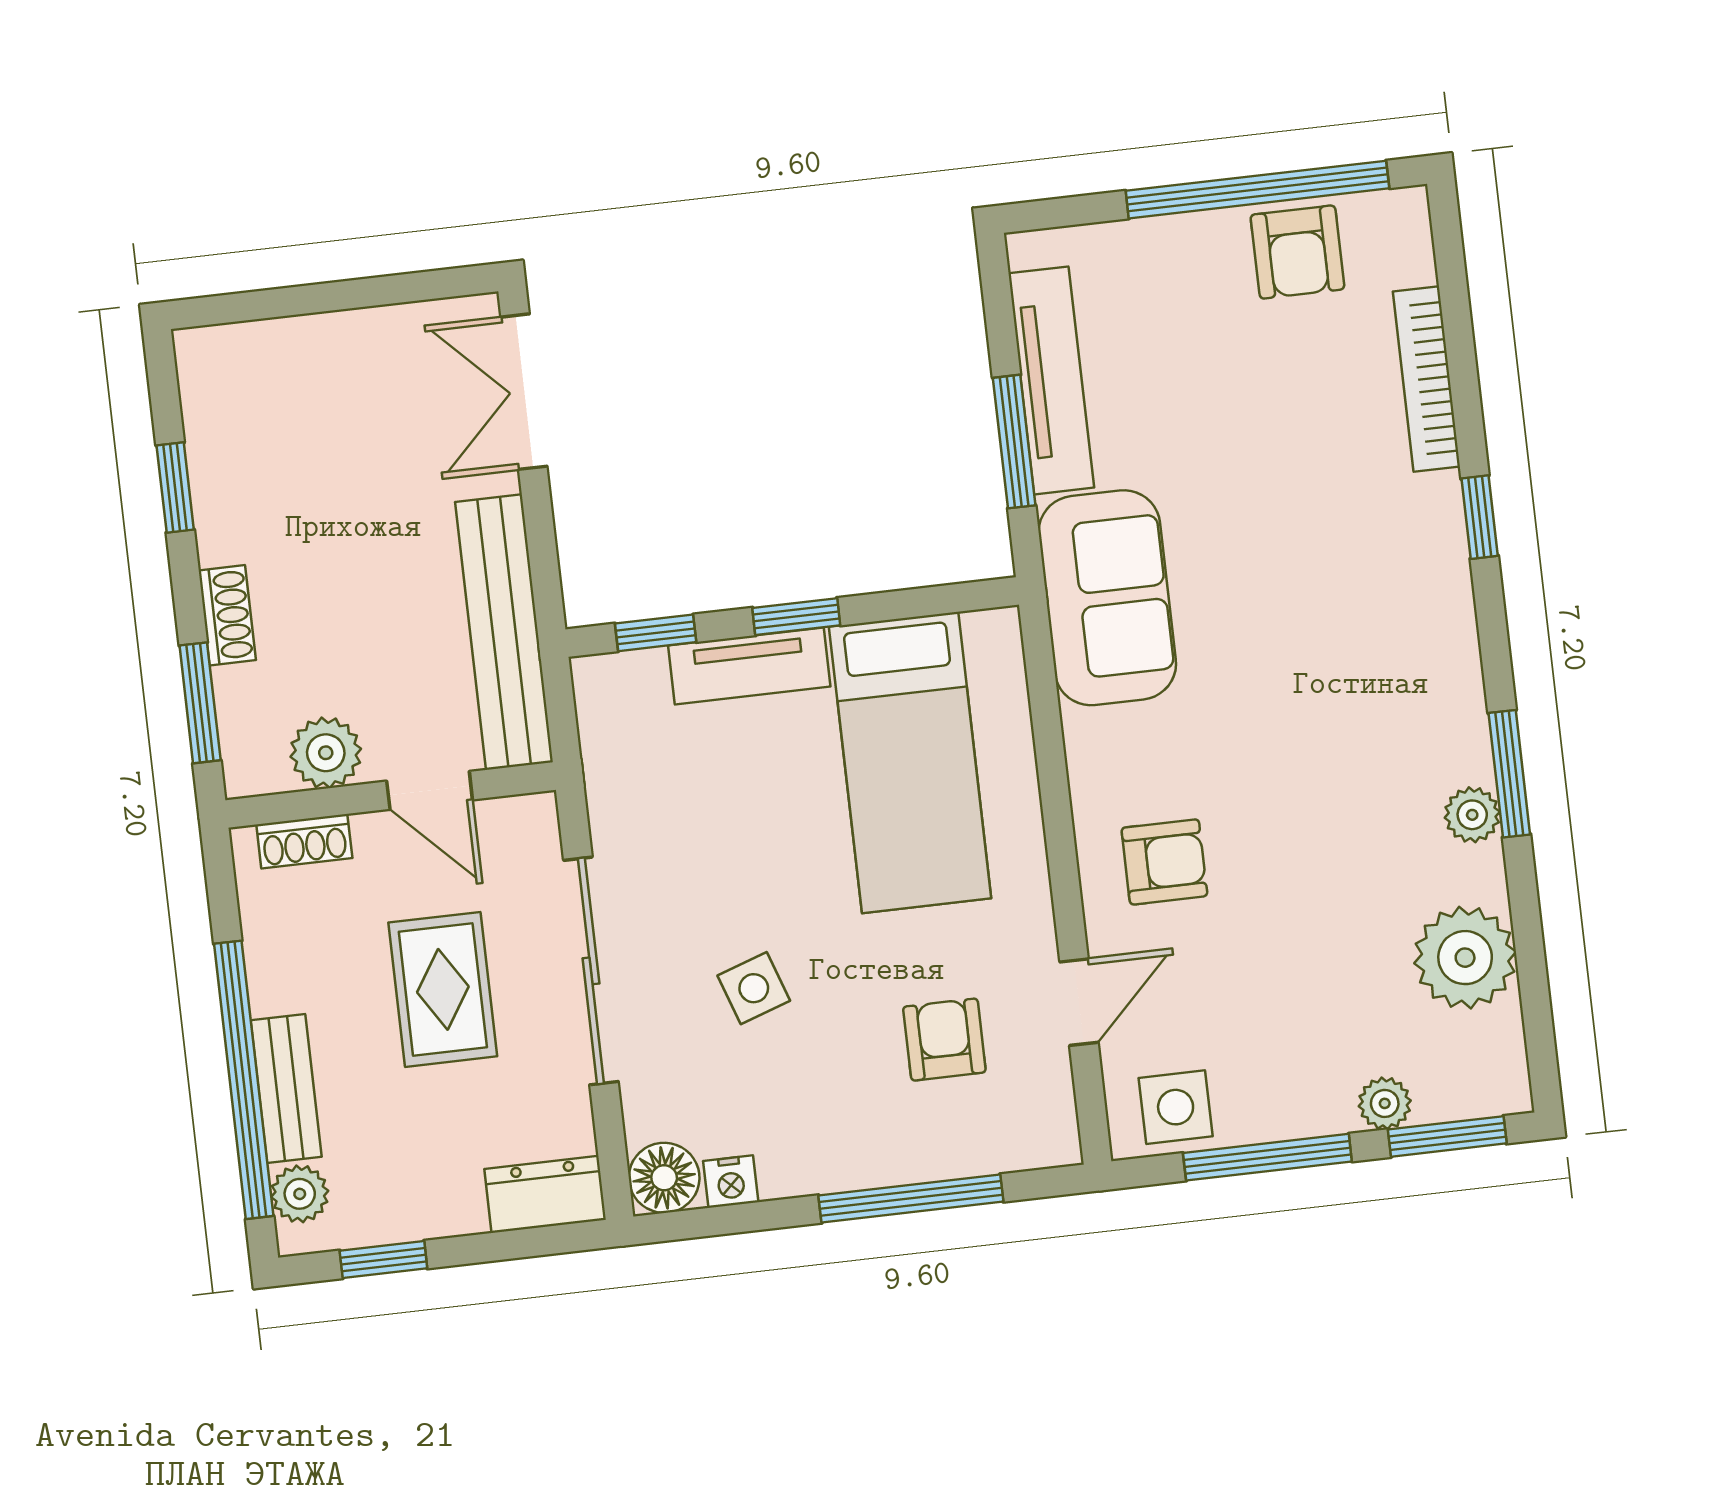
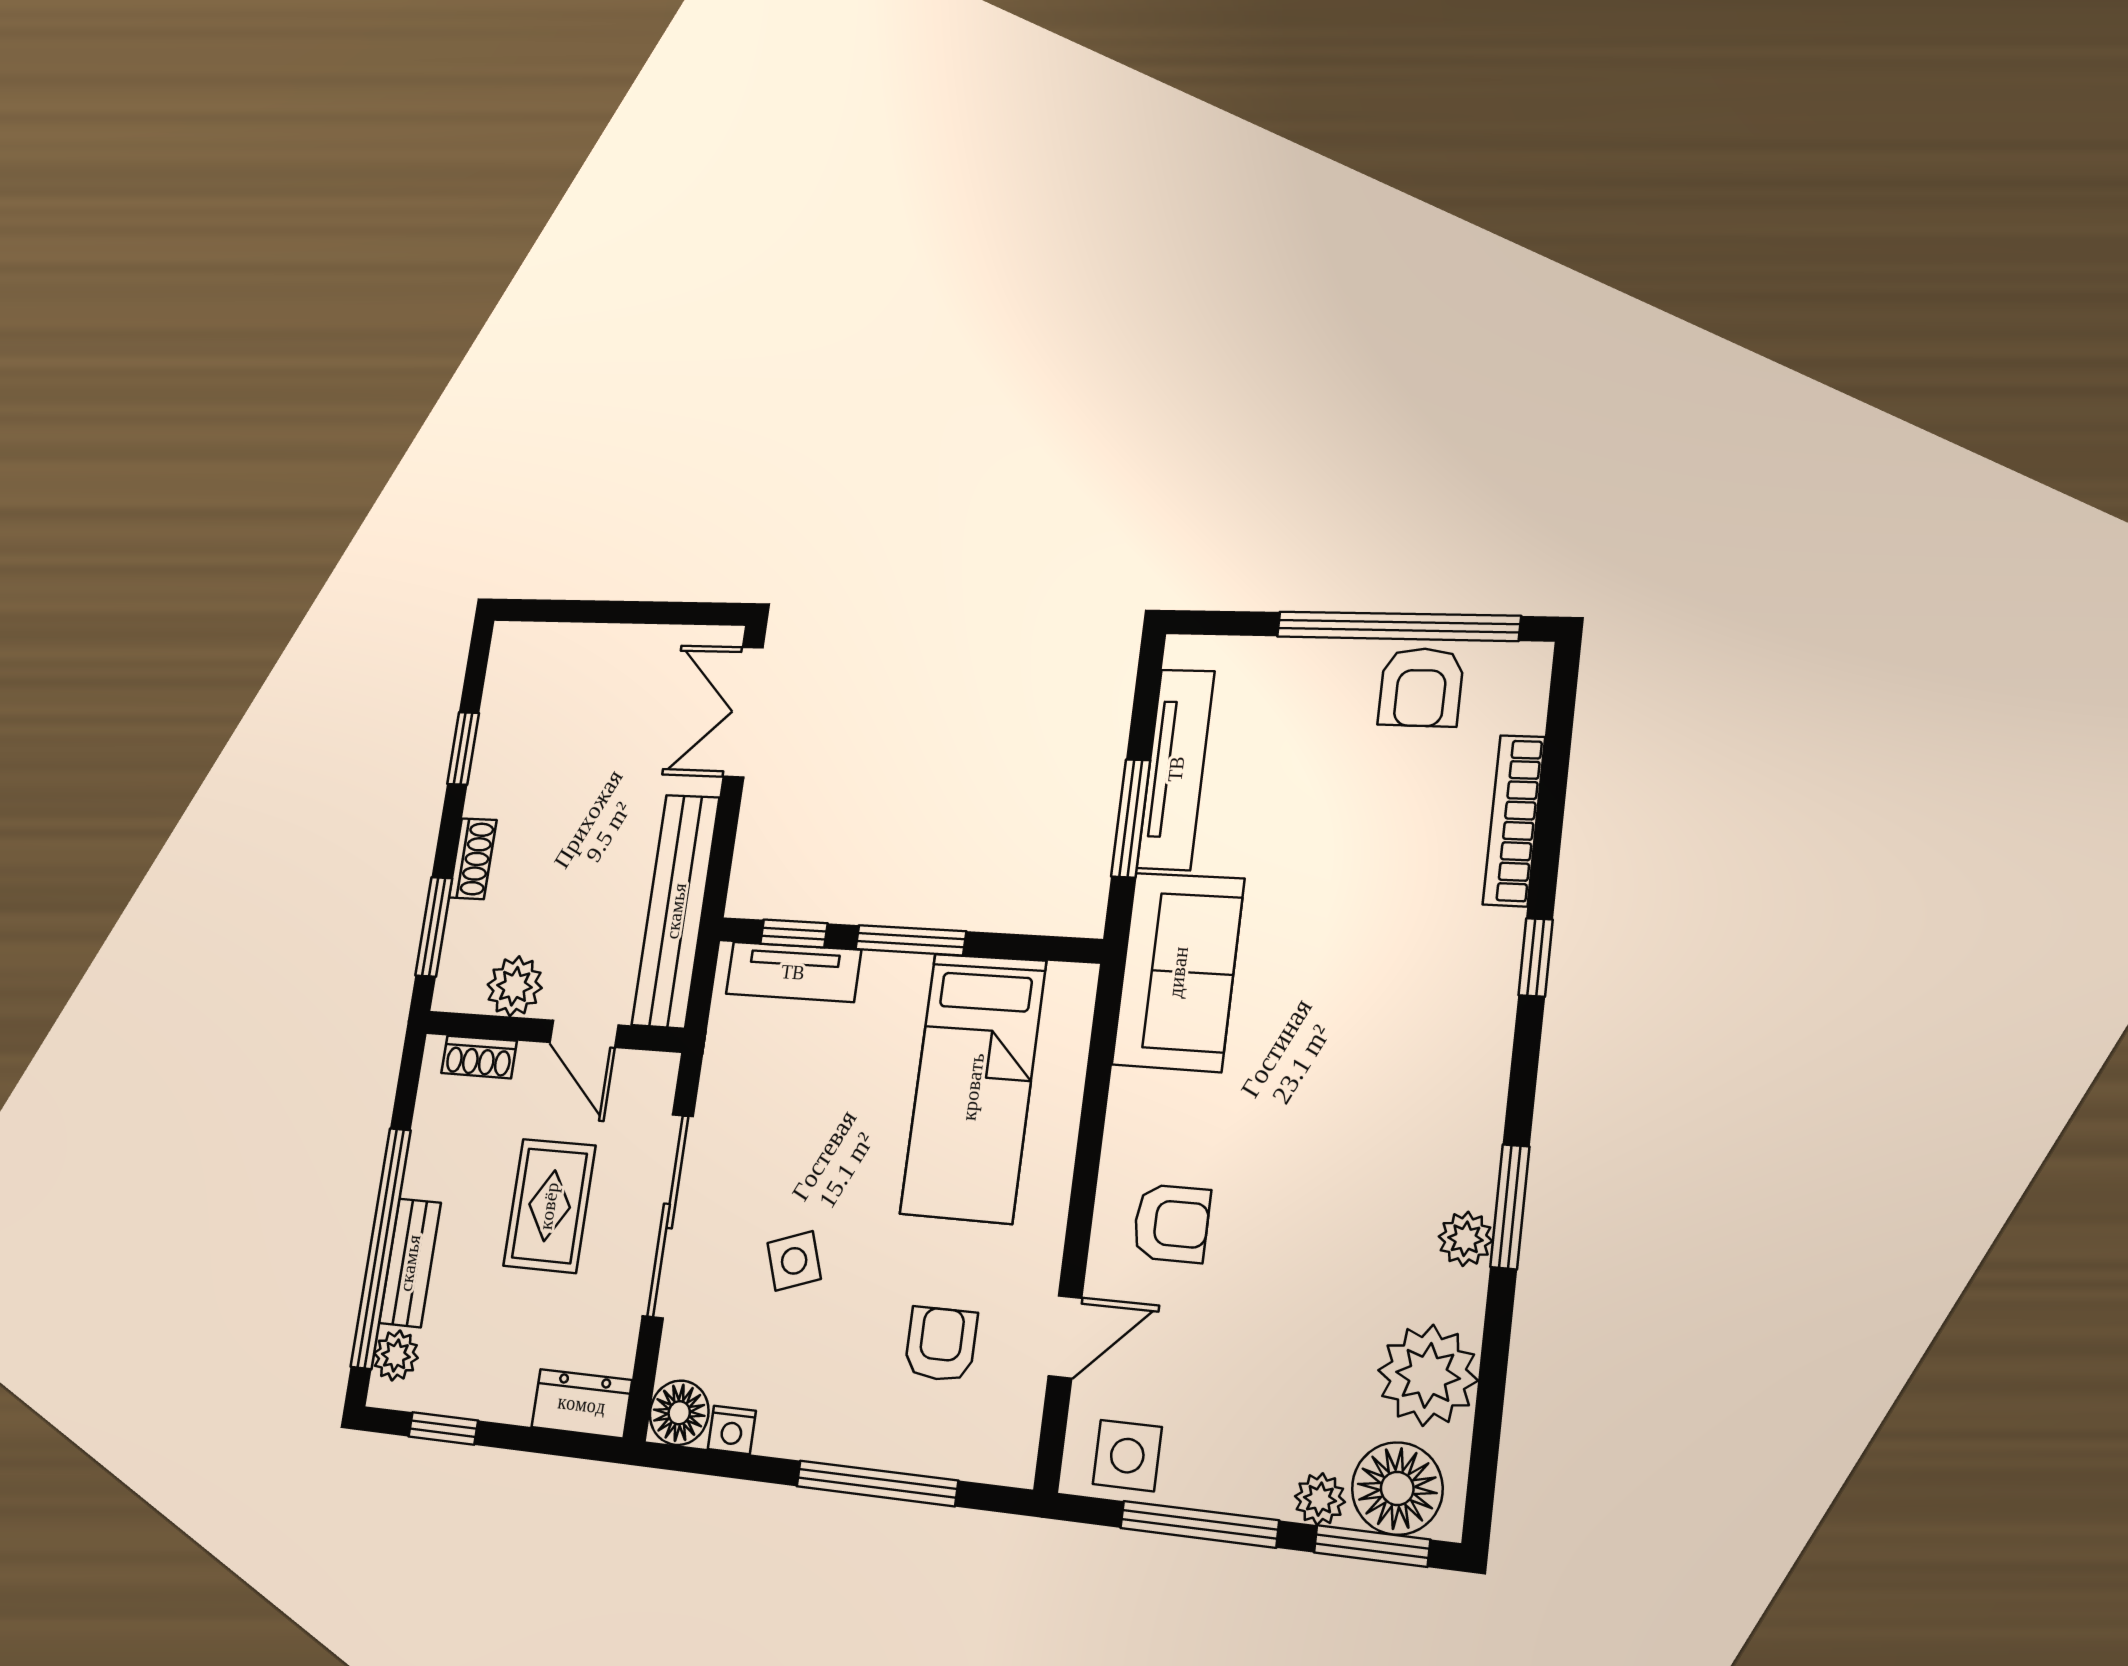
window: (796, 617) -> (911, 940), width x1.50
tv unit: (749, 666) -> (793, 972), moved
floor lamp: (1460, 1075) -> (1397, 1488), added

